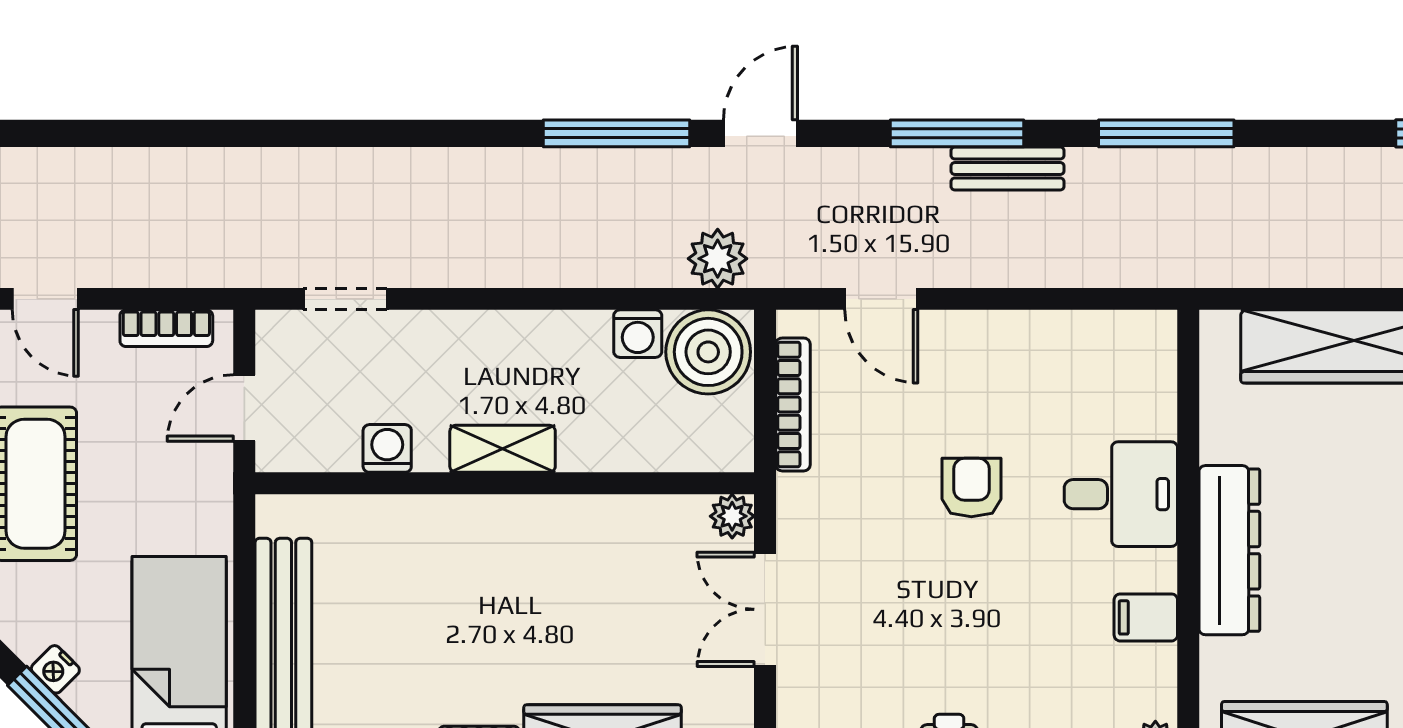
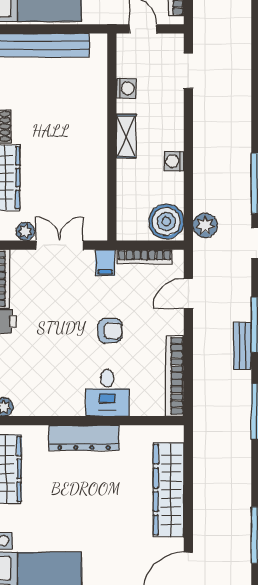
bookcase: (1080, 332) -> (175, 376), added
washing machine: (638, 334) -> (174, 161), moved
plant: (732, 516) -> (25, 231), moved
filing cabinet: (1146, 617) -> (105, 263), moved, turned 180

